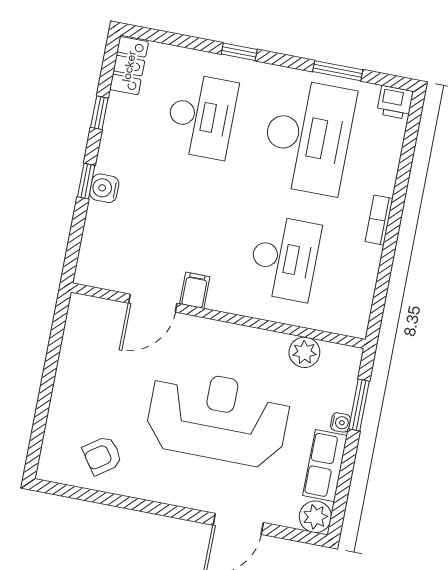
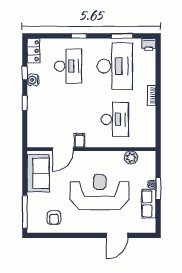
water cooler: (104, 188) -> (33, 80), moved
sofa: (86, 347) -> (38, 173), added
window: (359, 405) -> (158, 188), moved
window: (38, 430) -> (25, 212), added
armchair: (102, 456) -> (54, 218), turned -55
plant: (315, 517) -> (149, 226), removed

